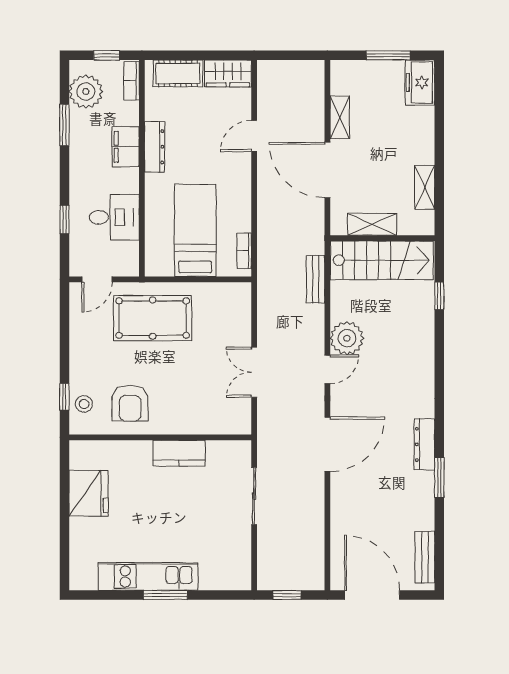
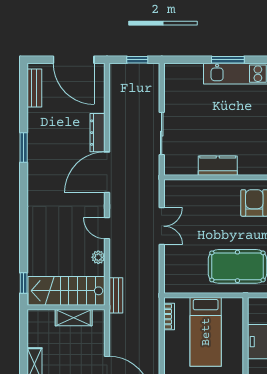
shelving: (372, 224) -> (74, 318), moved
wall: (382, 238) -> (66, 307), moved
stairs: (382, 260) -> (66, 291), moved
plant: (347, 338) -> (98, 257), width x0.53, depth x0.53
door: (327, 369) -> (107, 228), hinge flipped
dresser: (425, 444) -> (97, 133), moved, turned 180

